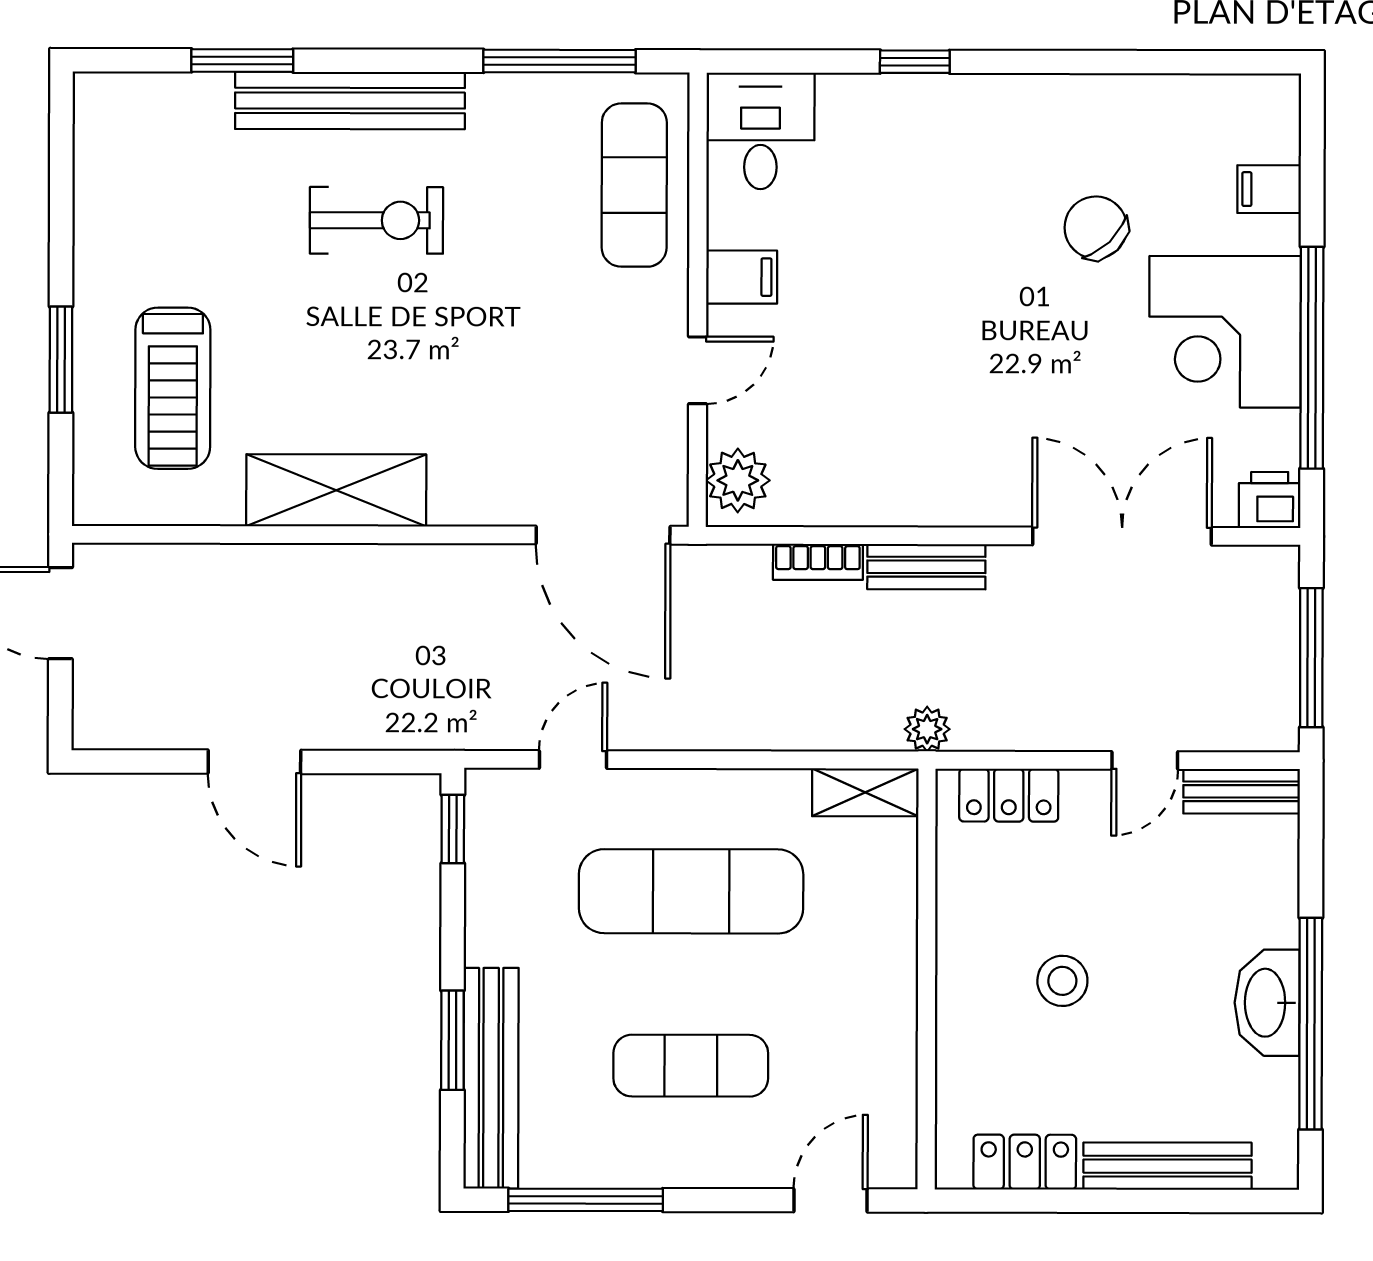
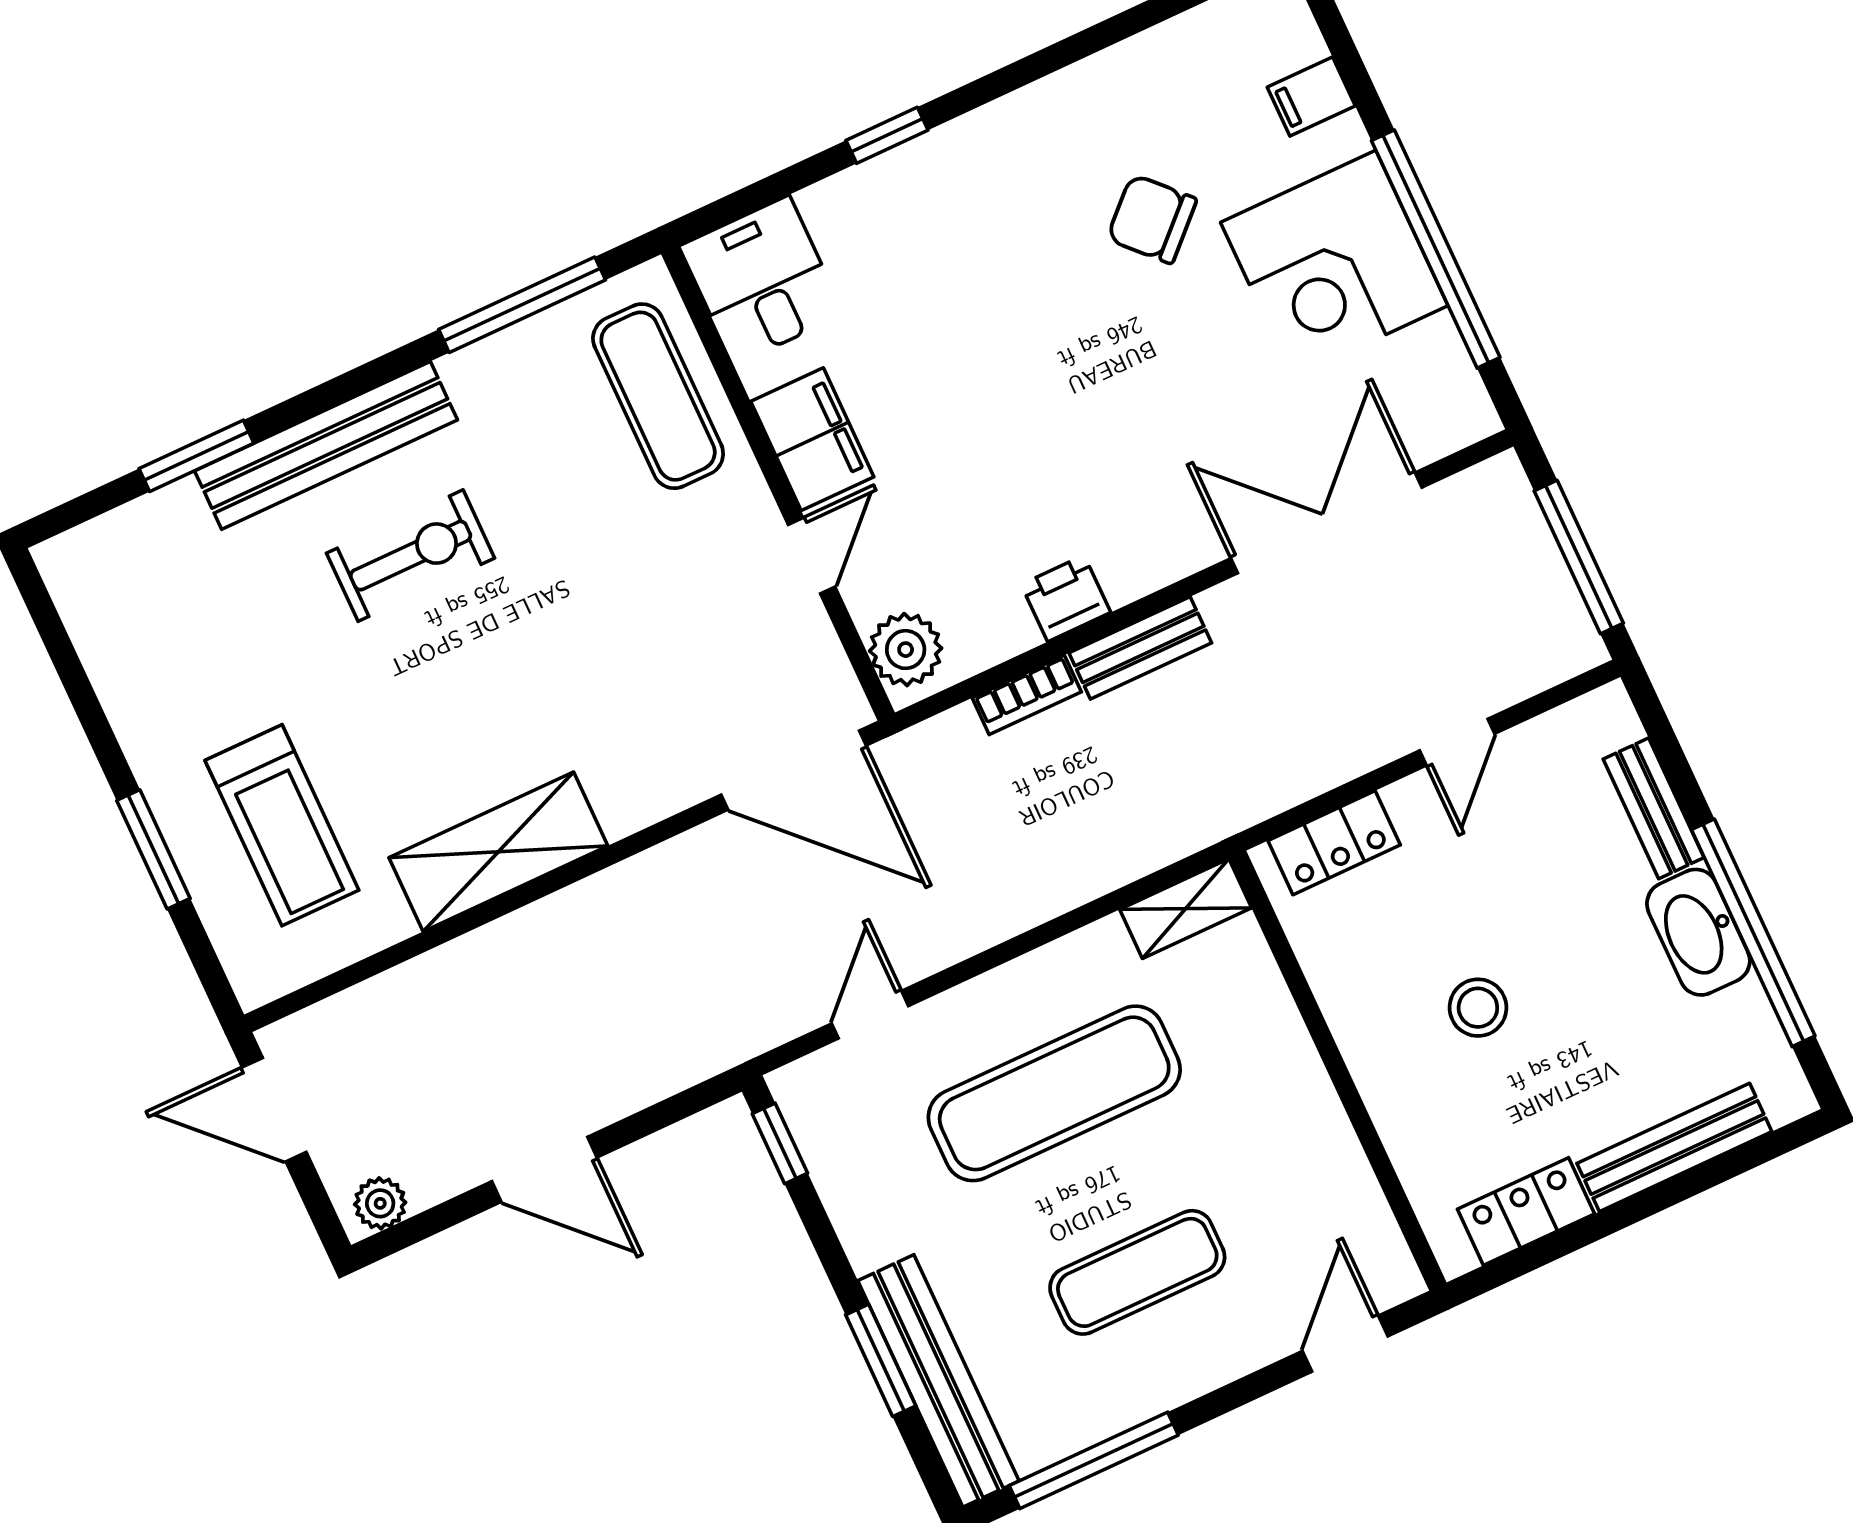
filing cabinet: (742, 277) -> (812, 439), width x2.00
printer: (1270, 500) -> (1066, 598), moved
plant: (927, 729) -> (380, 1203), moved
bench: (1242, 791) -> (1654, 808), moved, turned 90

